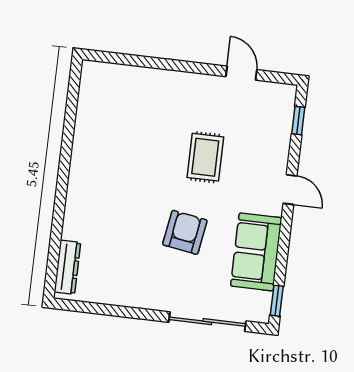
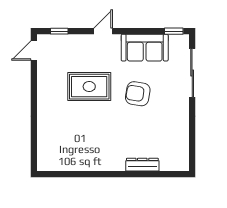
door: (241, 73) -> (34, 51), moved
rug: (205, 157) -> (89, 87), width x1.36, depth x1.43
dresser: (67, 267) -> (142, 165), moved

